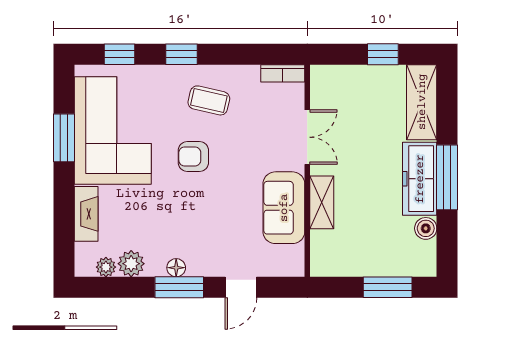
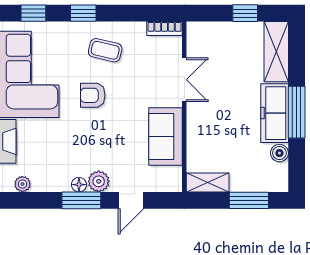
shelving: (322, 202) -> (208, 182), moved, turned 90
plant: (131, 264) -> (99, 181), moved

